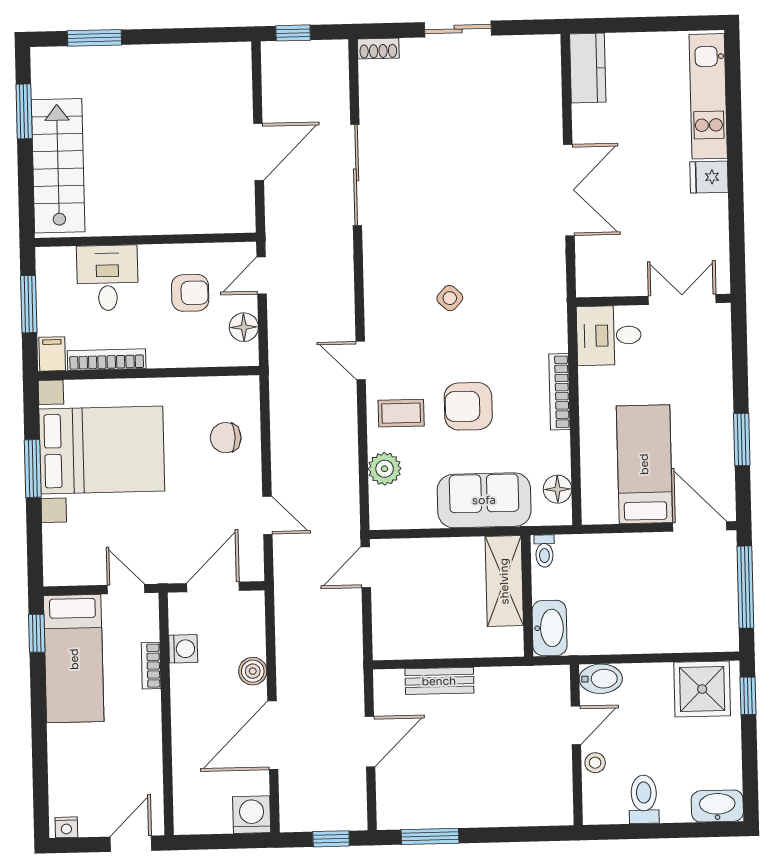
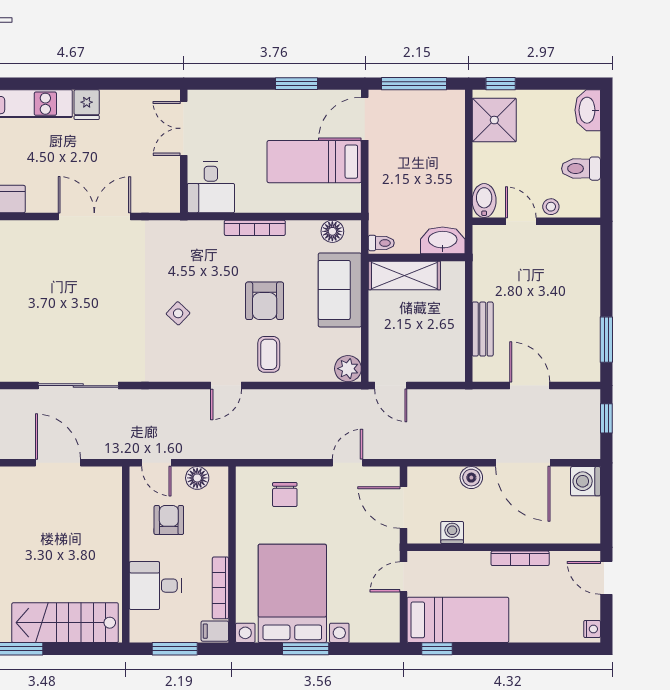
plant: (385, 469) -> (348, 369), moved
bookcase: (151, 666) -> (520, 558), moved, width x1.56

